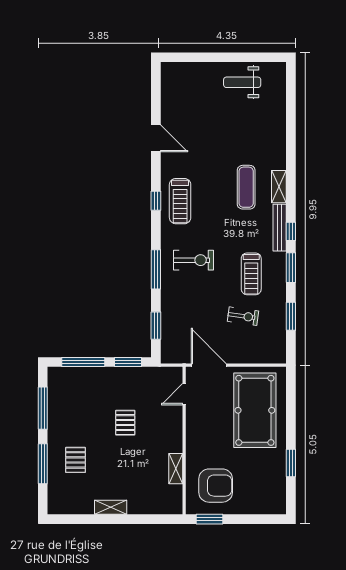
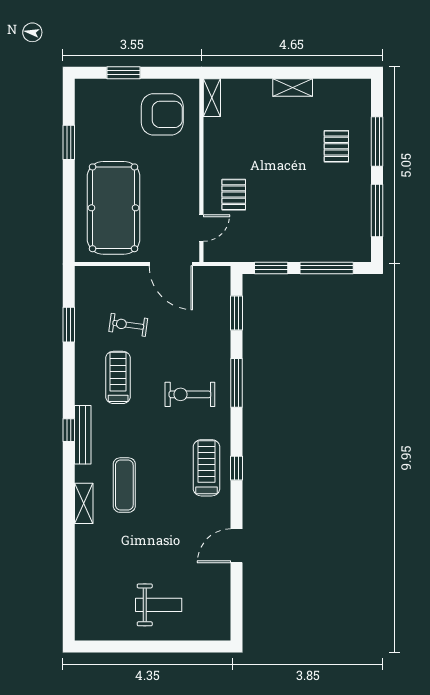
weight bench: (242, 82) -> (159, 605), moved
door: (156, 138) -> (237, 546), hinge flipped
shelving: (279, 187) -> (84, 503), moved
window: (291, 268) -> (69, 385), removed
pallet: (125, 423) -> (234, 195), moved
shelving: (176, 469) -> (212, 98), moved
armchair: (216, 486) -> (162, 114), turned 180
window: (209, 519) -> (124, 73), moved

